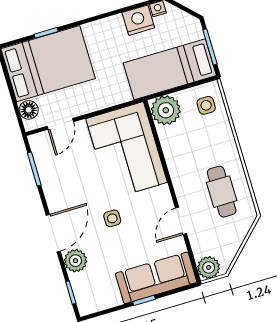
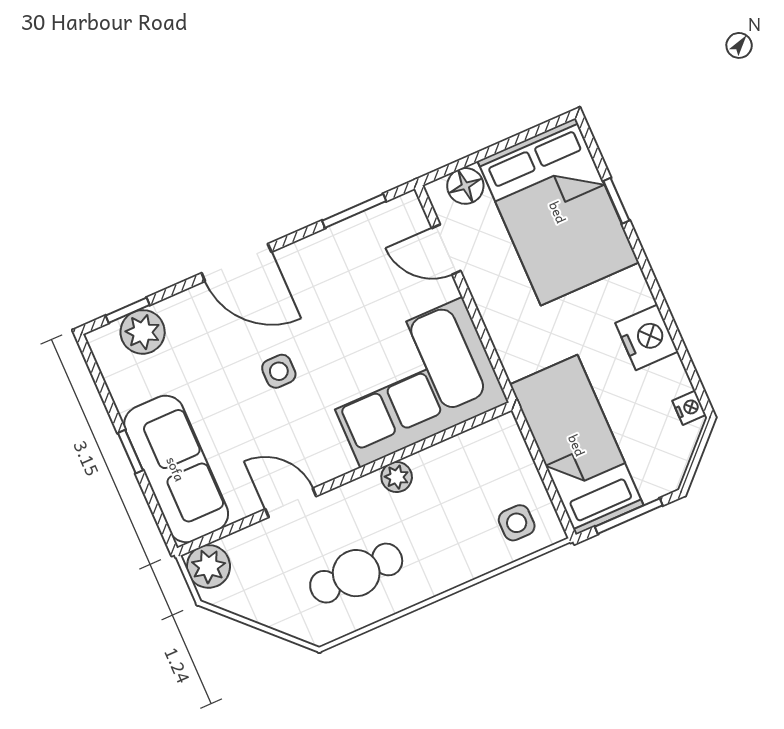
nightstand: (138, 20) -> (647, 337), moved
plant: (166, 110) -> (397, 477), moved, width x0.53, depth x0.53
plant: (75, 261) -> (143, 332), moved

